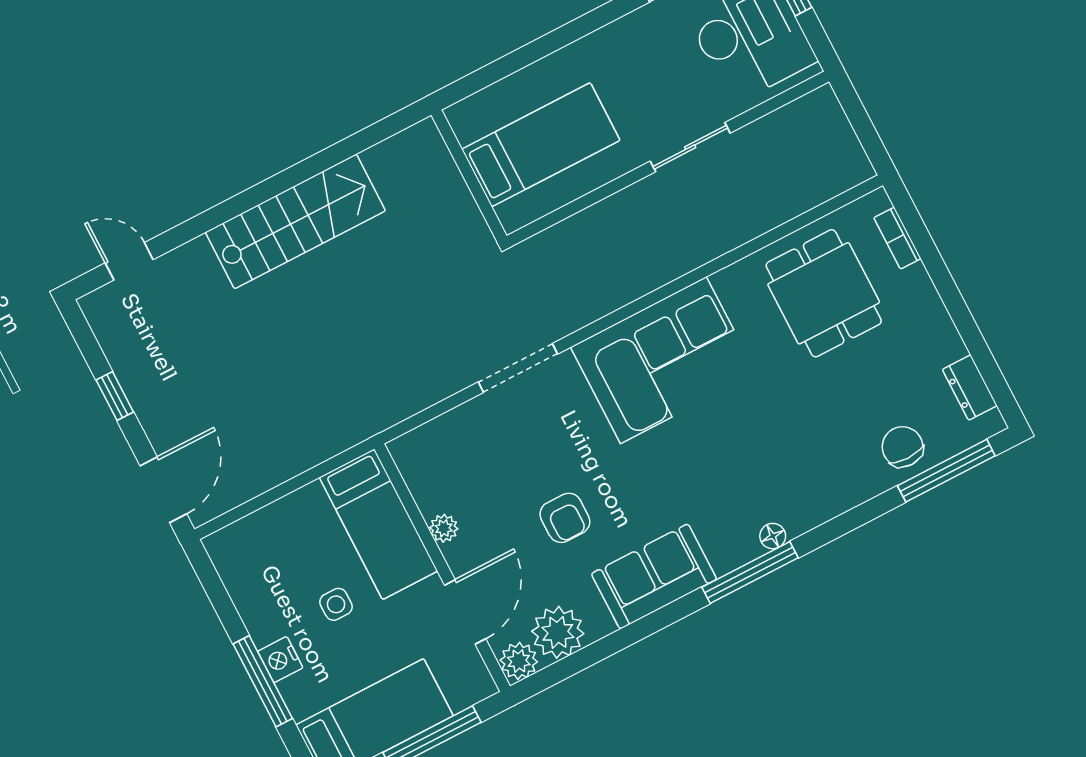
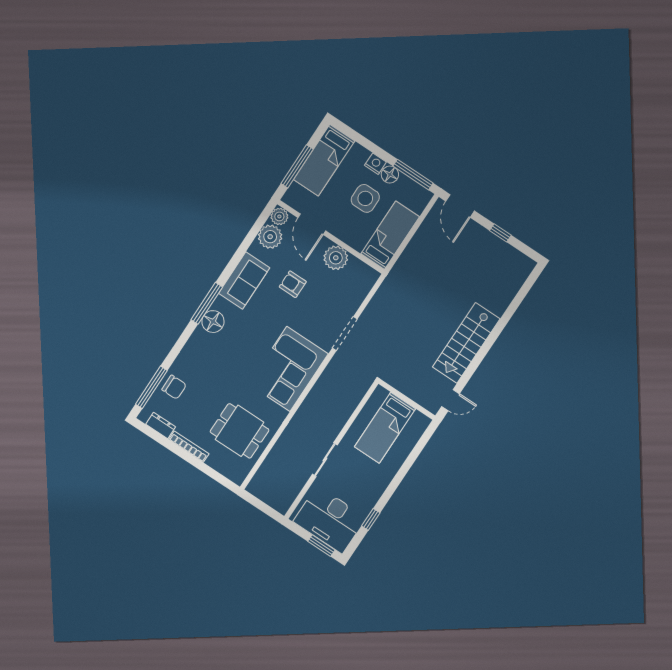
bookcase: (897, 238) -> (189, 447), moved, width x1.56
door: (129, 261) -> (451, 400), moved
bed: (379, 524) -> (390, 235), moved, turned 90
plant: (444, 528) -> (336, 258), width x1.87, depth x1.87
floor lamp: (773, 536) -> (213, 322), width x1.89, depth x1.89
side table: (336, 604) -> (365, 198), width x1.87, depth x1.87
floor lamp: (264, 624) -> (390, 175), added
window: (263, 681) -> (413, 175), moved

